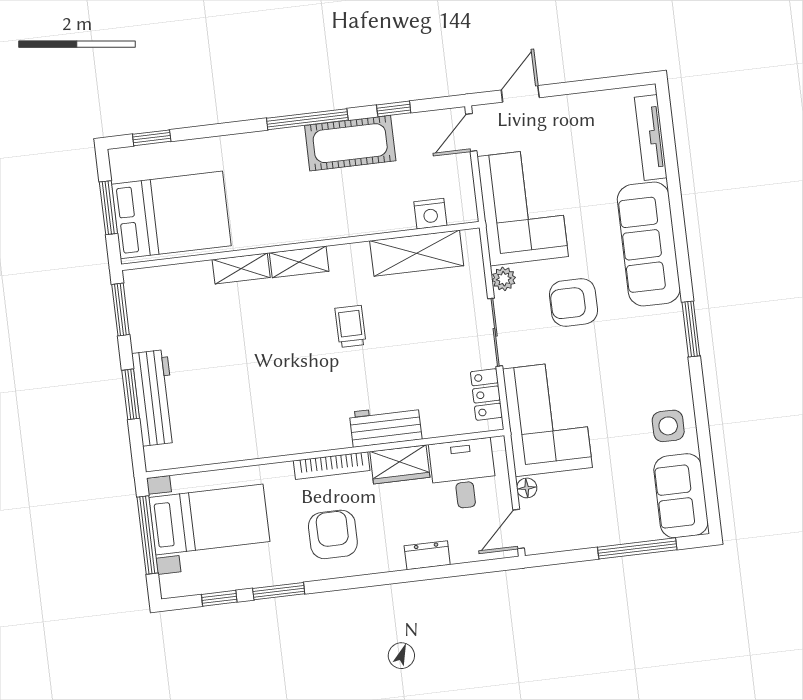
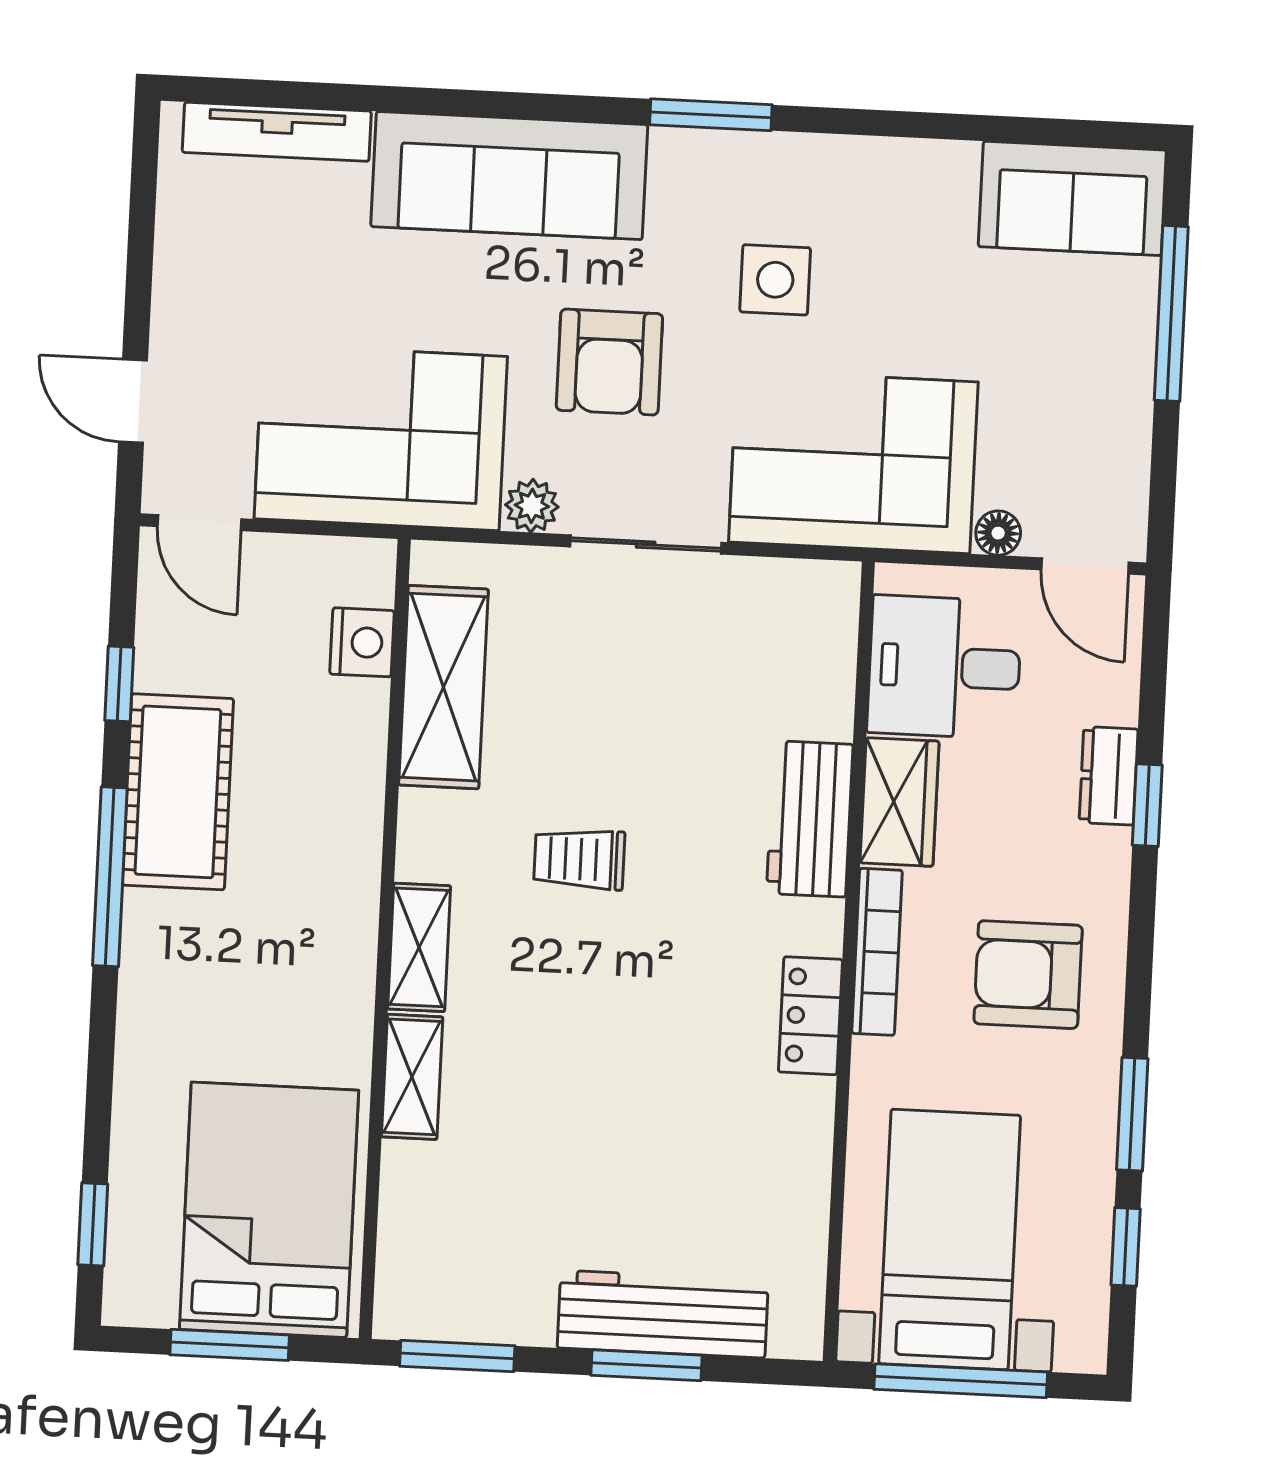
locker: (486, 395) -> (810, 1016), moved, turned 90
side table: (668, 426) -> (775, 280), moved
window: (417, 575) -> (1147, 805), added

